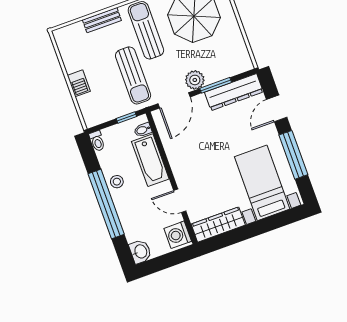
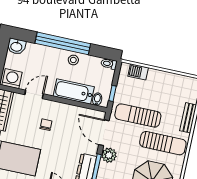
barbecue: (79, 83) -> (138, 72), moved
chair: (204, 168) -> (46, 125), added

